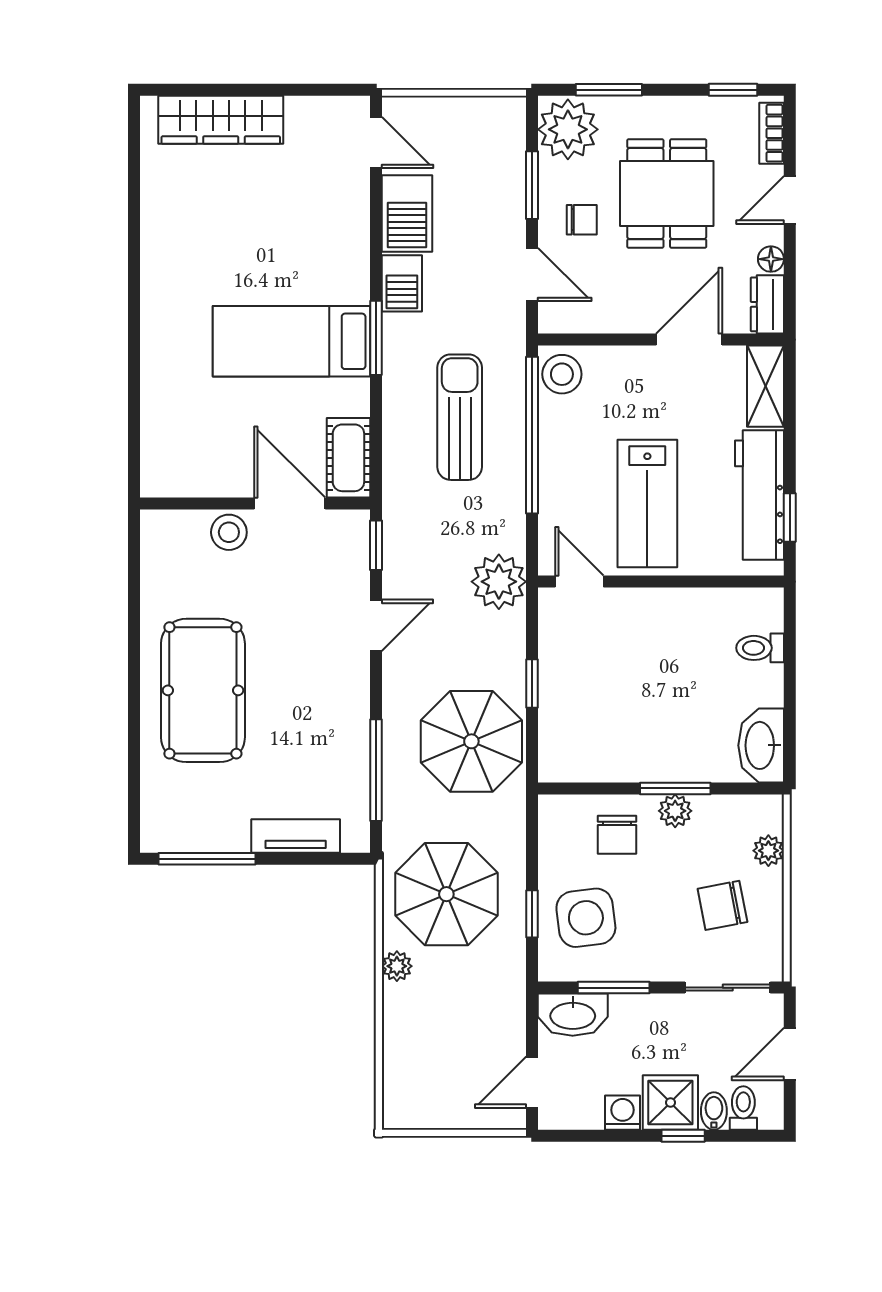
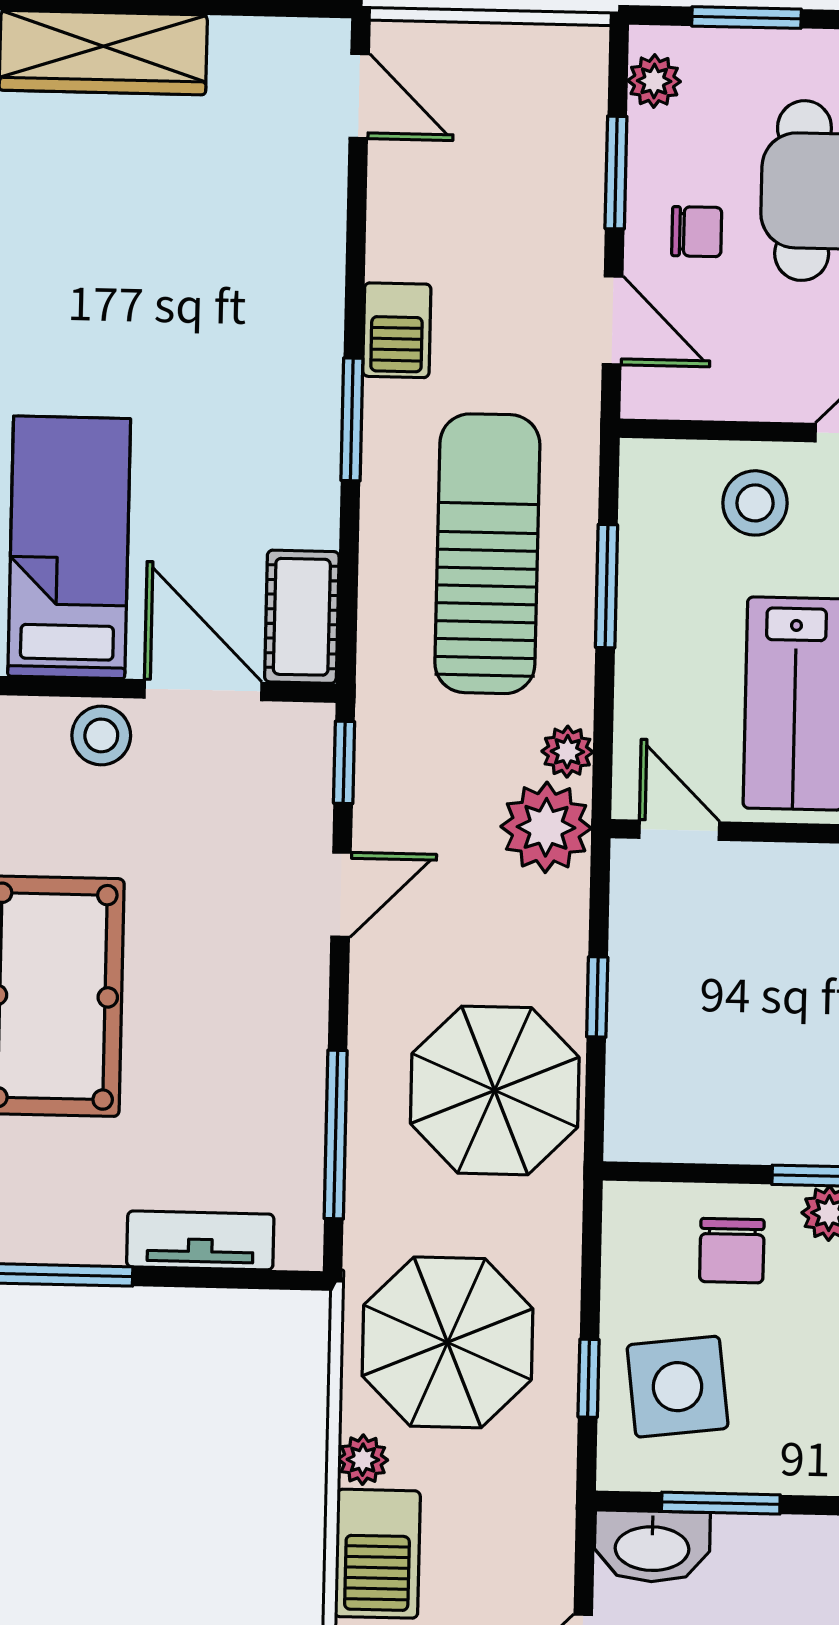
plant: (568, 129) -> (654, 81), width x0.53, depth x0.53
barbecue: (407, 214) -> (377, 1554), moved
bed: (292, 341) -> (69, 547), moved, turned 90
stool: (562, 374) -> (755, 503), moved
sun lounger: (460, 417) -> (487, 554), width x1.36, depth x1.34
window: (532, 435) -> (607, 586), width x0.47
plant: (511, 536) -> (567, 752), added

